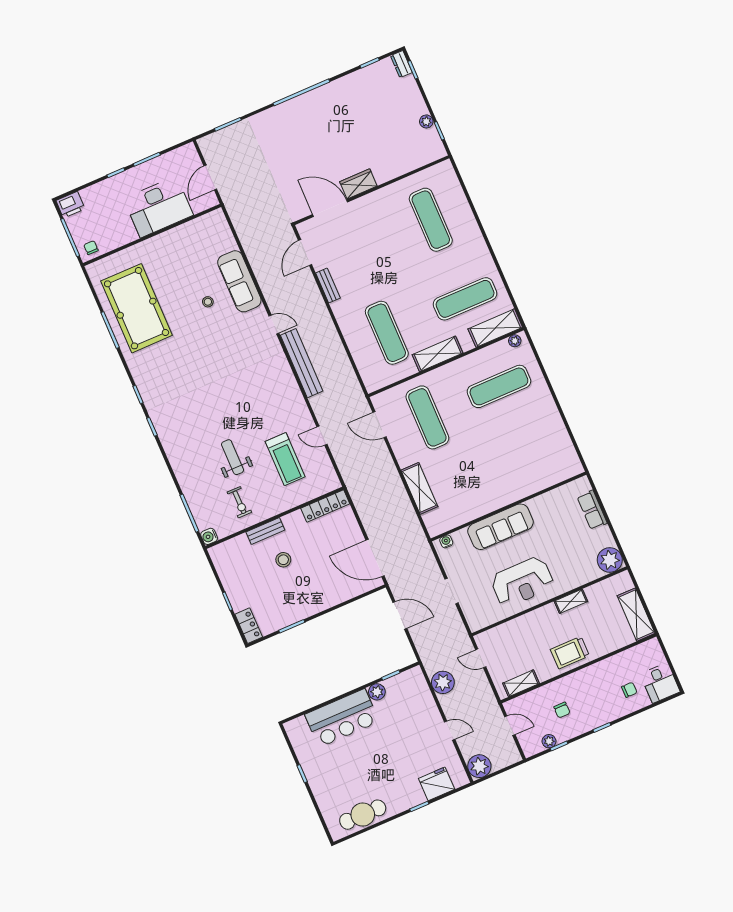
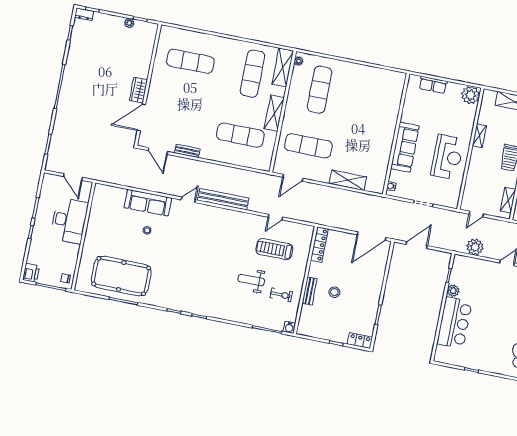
treadmill: (285, 459) -> (274, 249), turned 180

